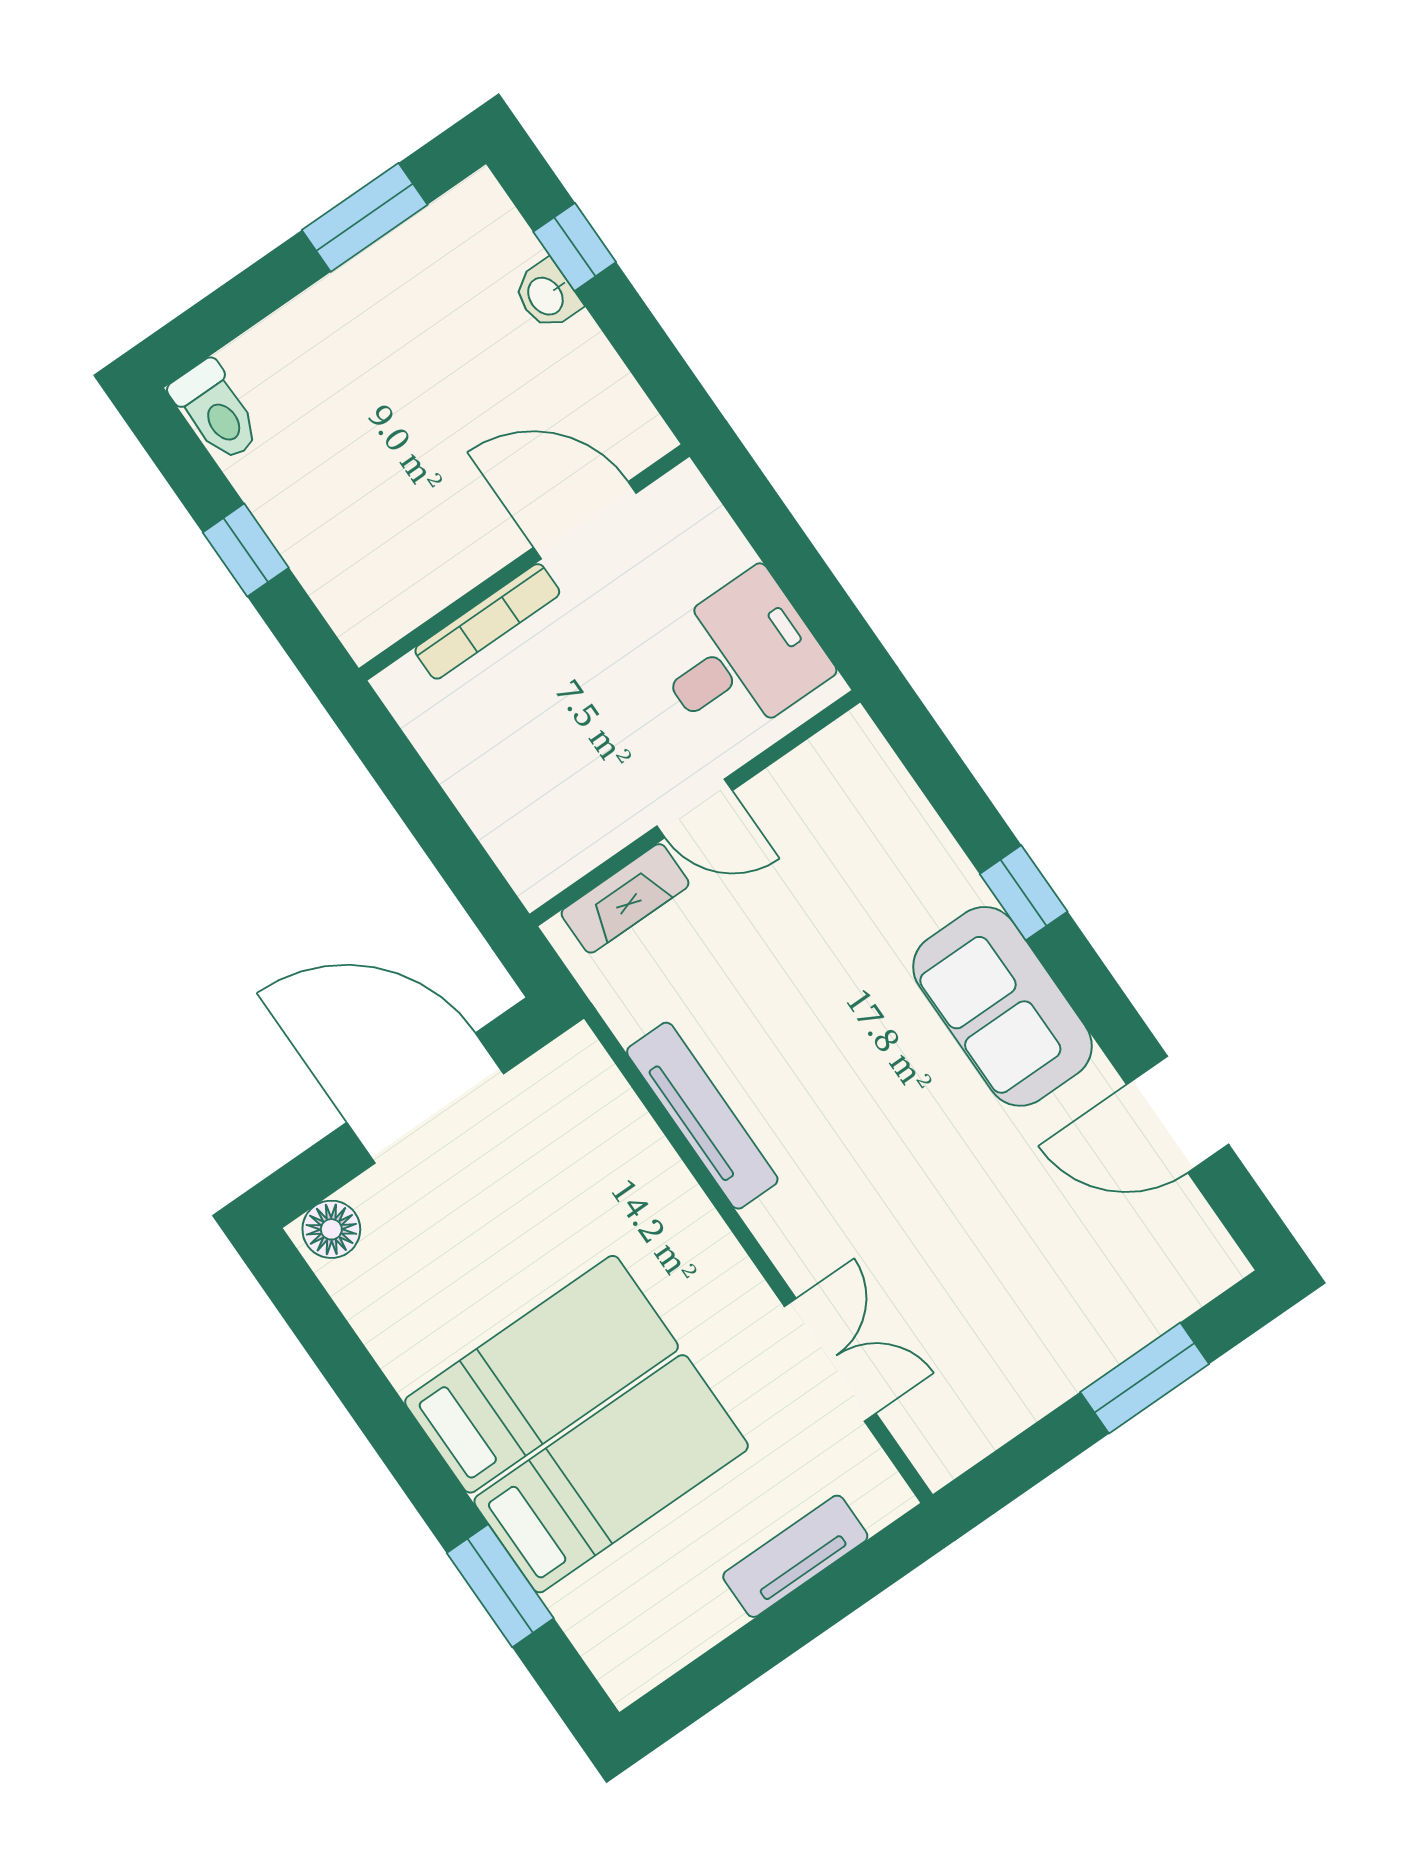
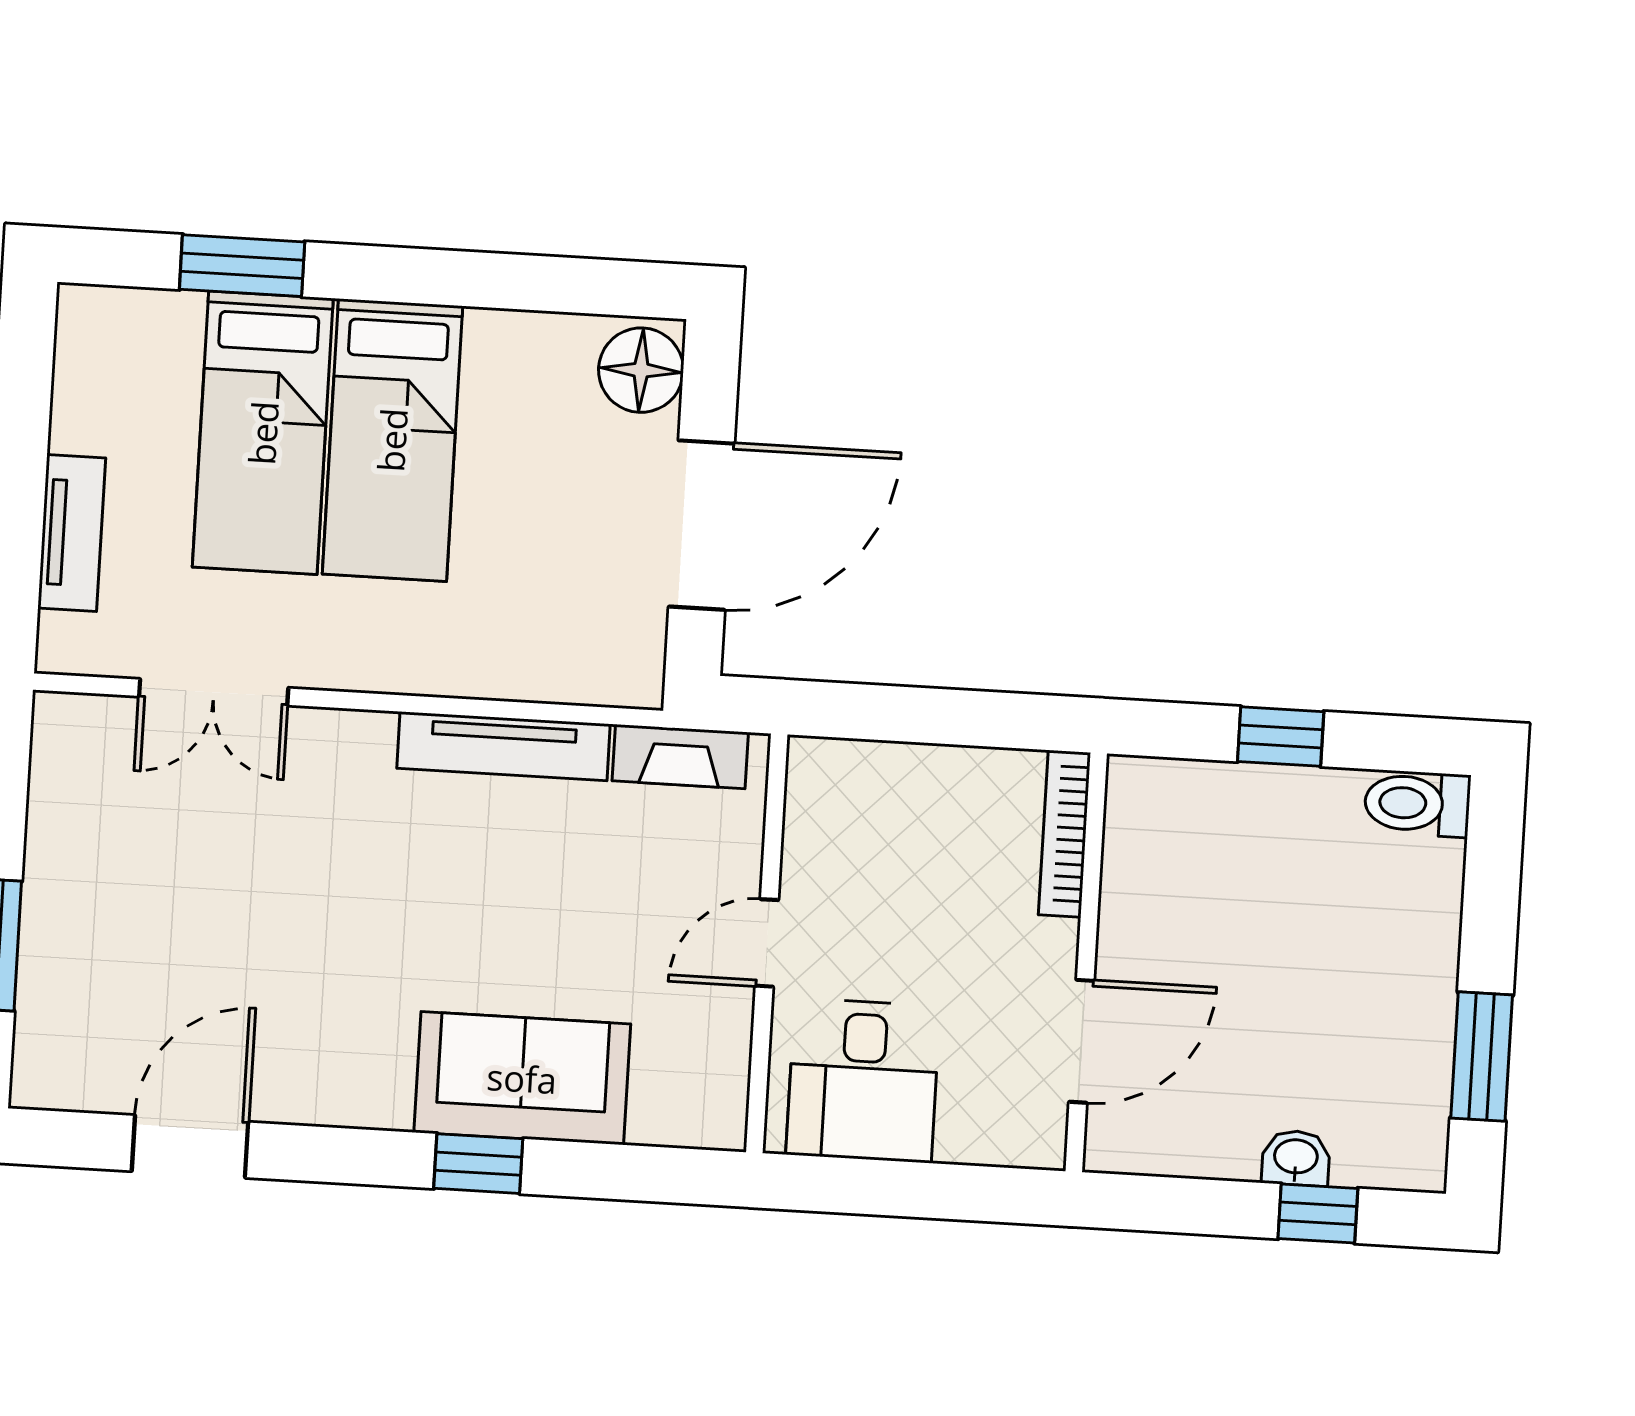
bookcase: (487, 621) -> (1064, 834), moved
fireplace: (625, 898) -> (680, 757), moved, turned -90
sofa: (1002, 1006) -> (522, 1078), moved
floor lamp: (331, 1229) -> (641, 370), width x1.38, depth x1.38

